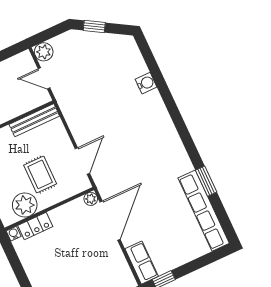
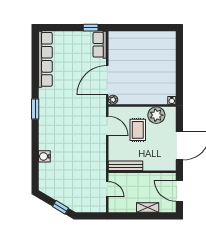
plant: (44, 52) -> (100, 206), removed
door: (82, 161) -> (107, 126), swing flipped
window: (206, 181) -> (35, 109), moved
locker: (35, 226) -> (156, 99), removed

